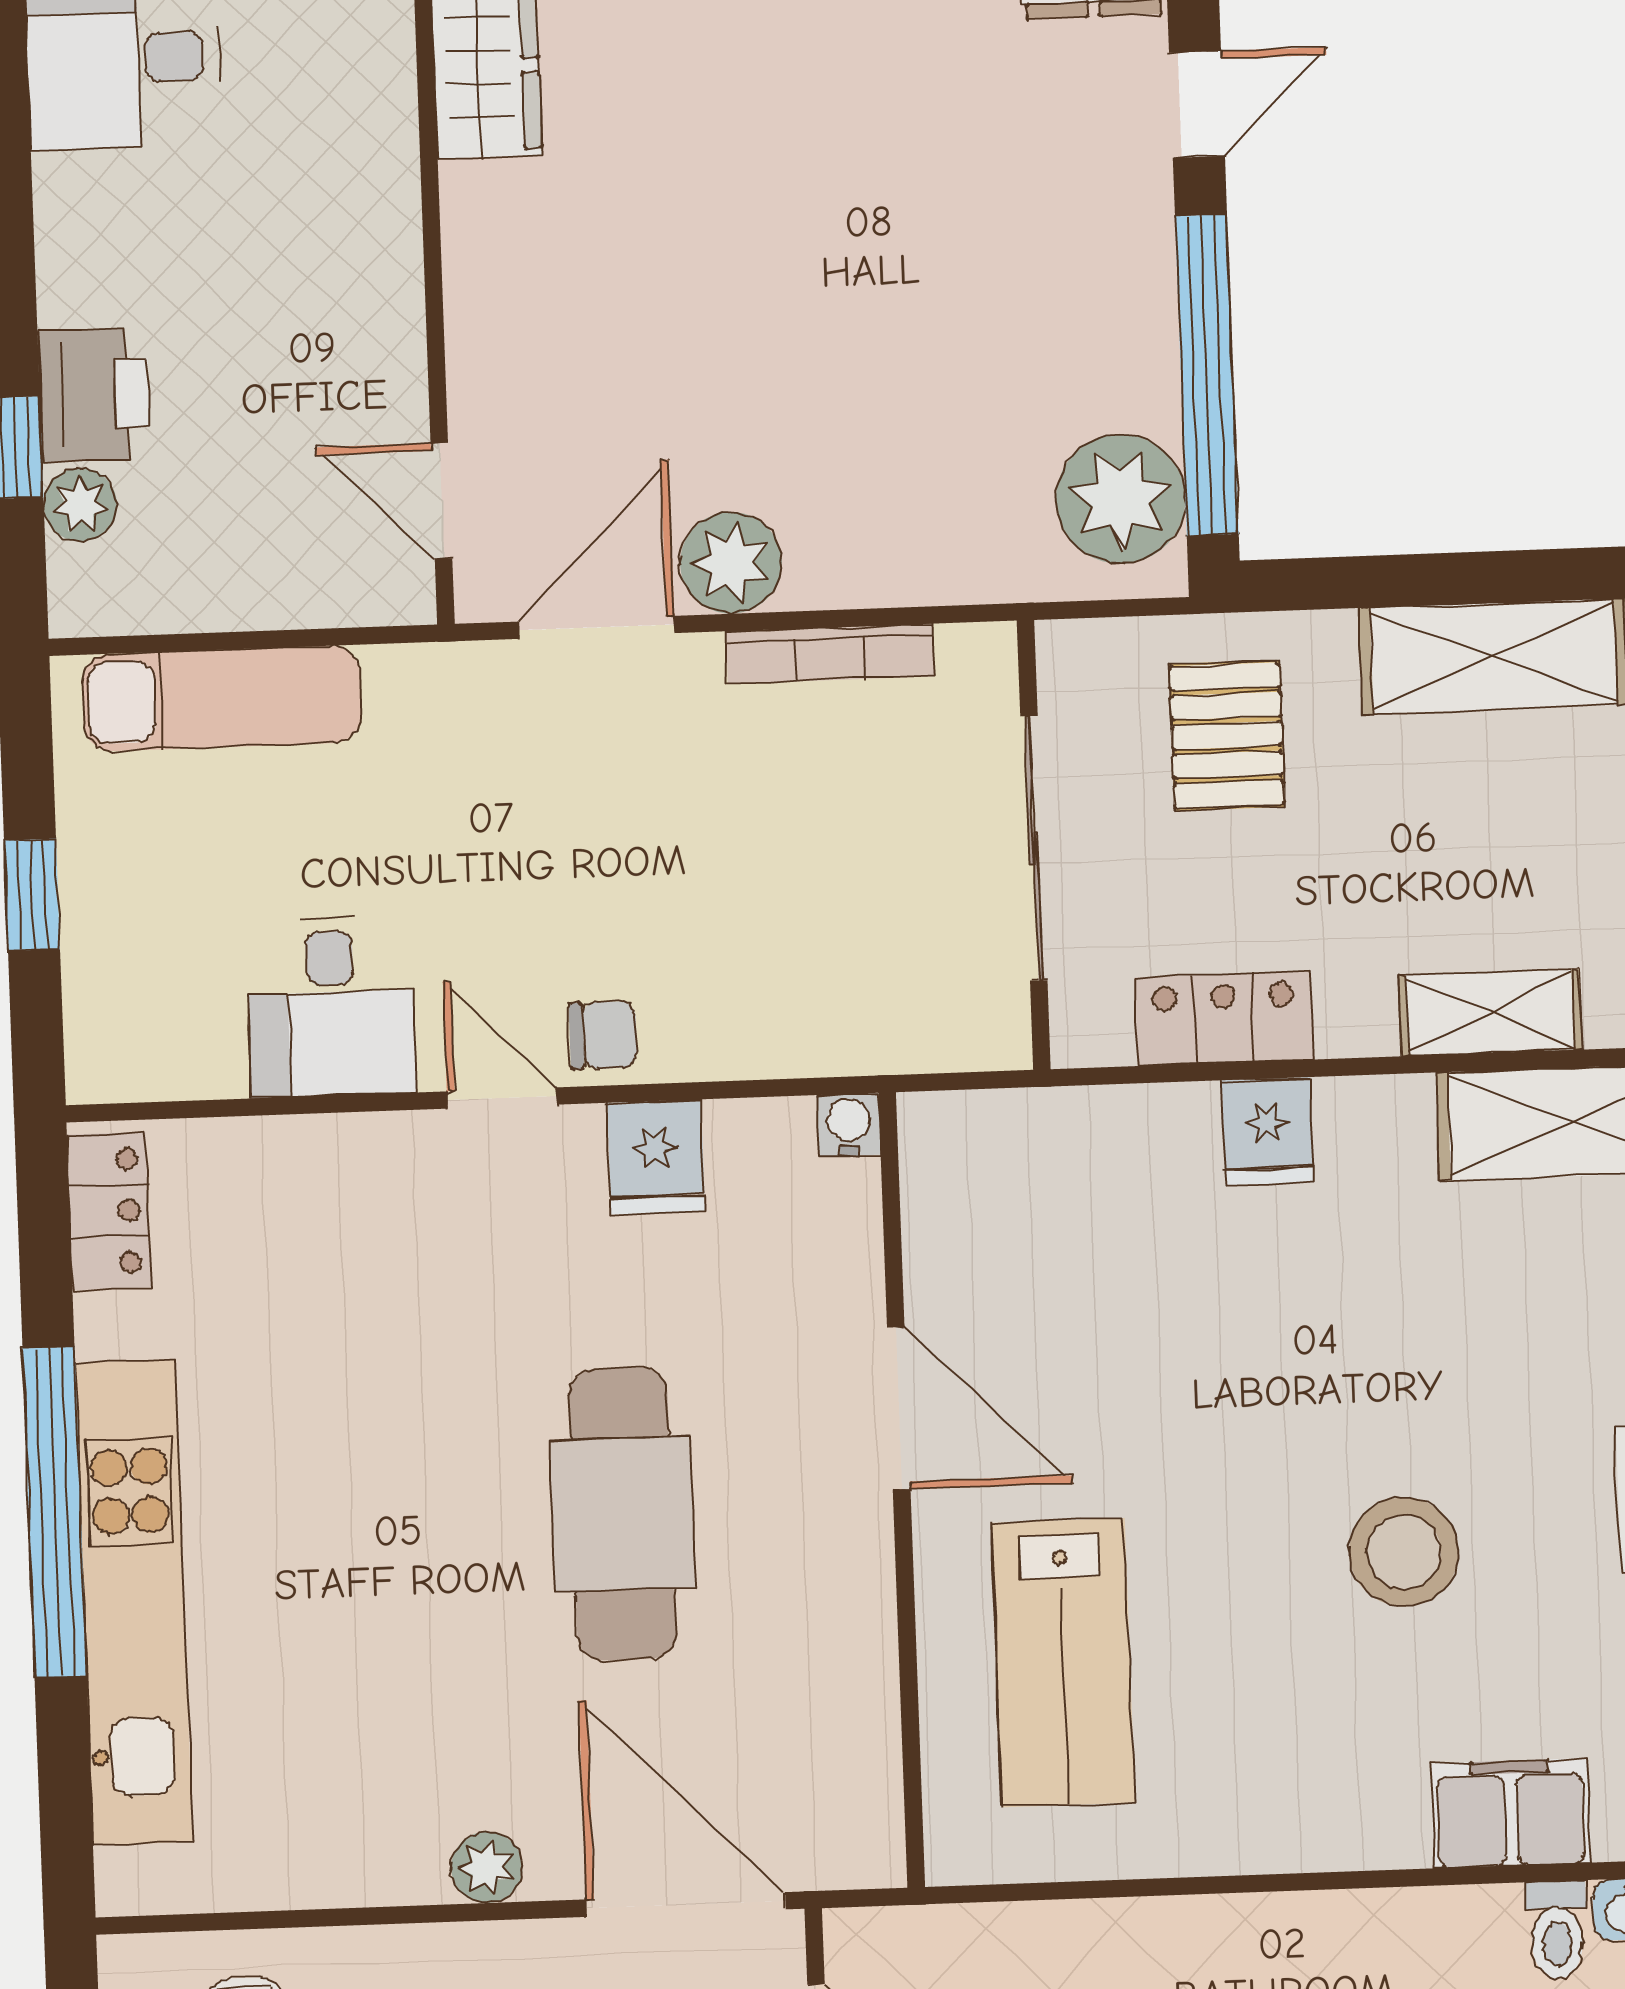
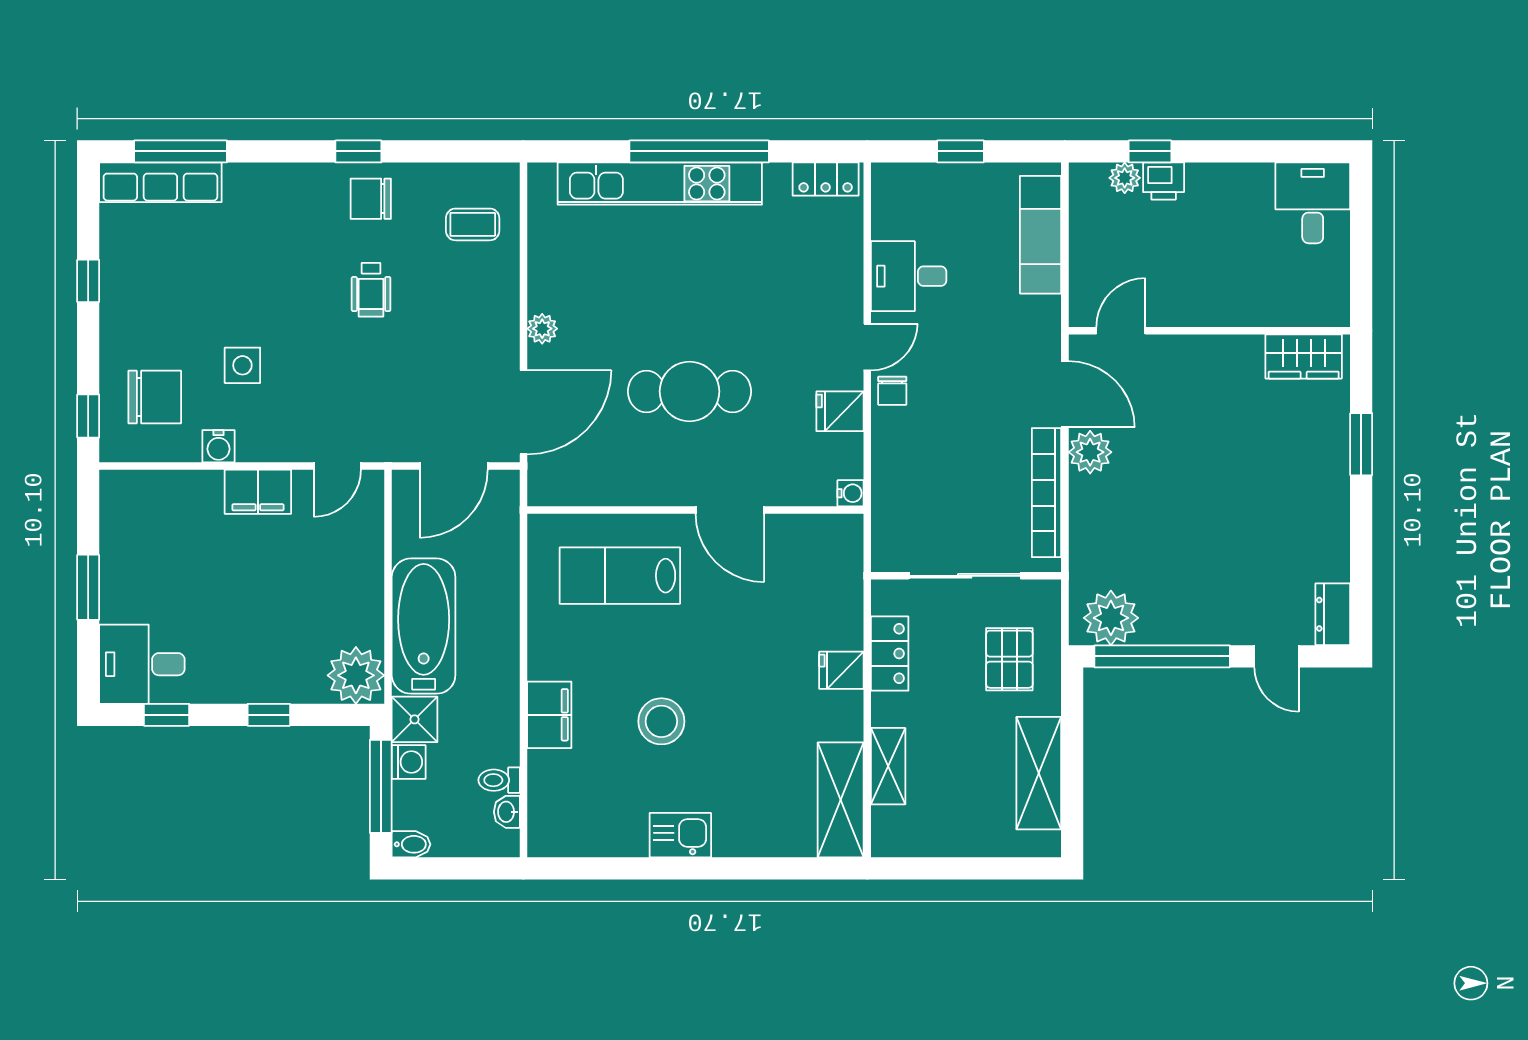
printer: (94, 395) -> (1164, 181), width x0.73, depth x0.81
bookcase: (830, 654) -> (1047, 493), width x1.48, depth x1.31
pallet: (1227, 735) -> (1009, 659), turned 90
door: (899, 1408) -> (730, 510), hinge flipped
filing cabinet: (1511, 1813) -> (549, 715), moved

